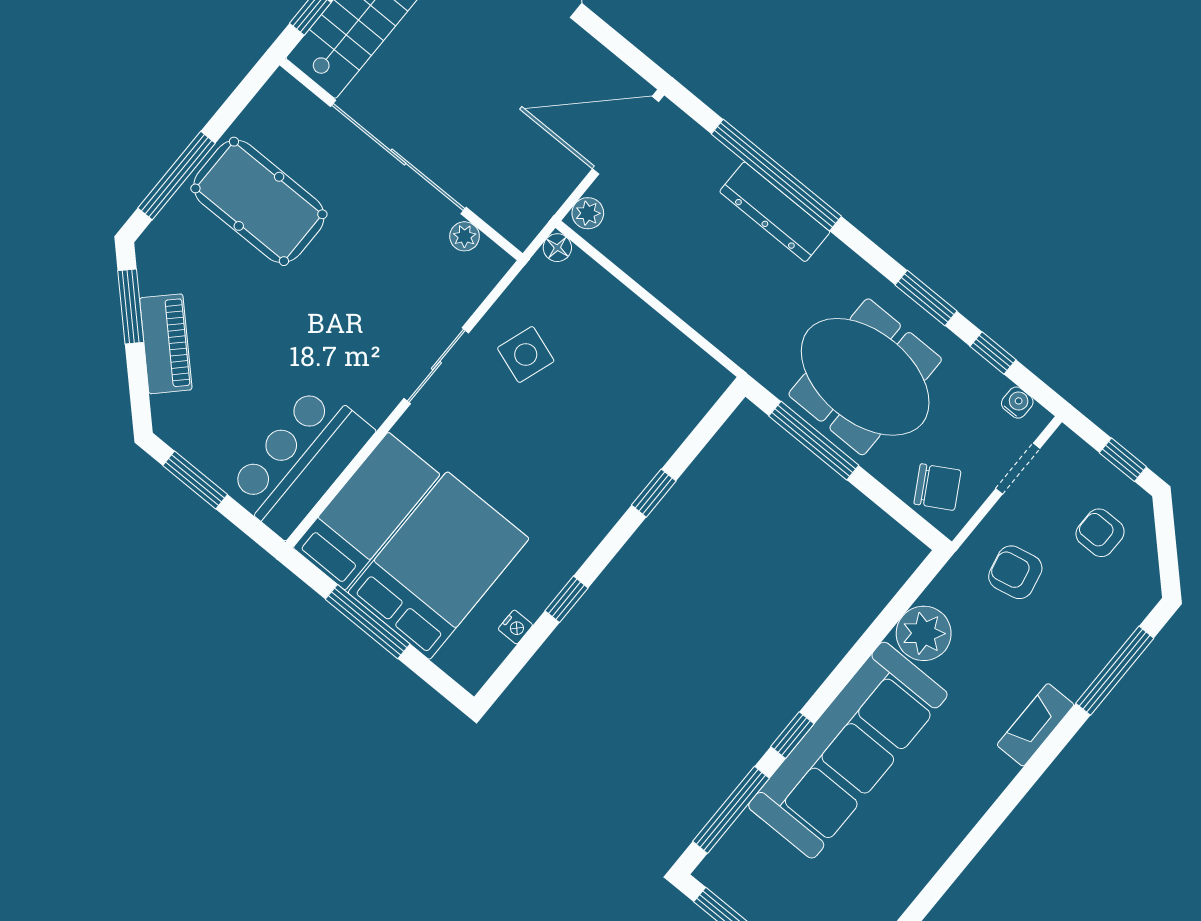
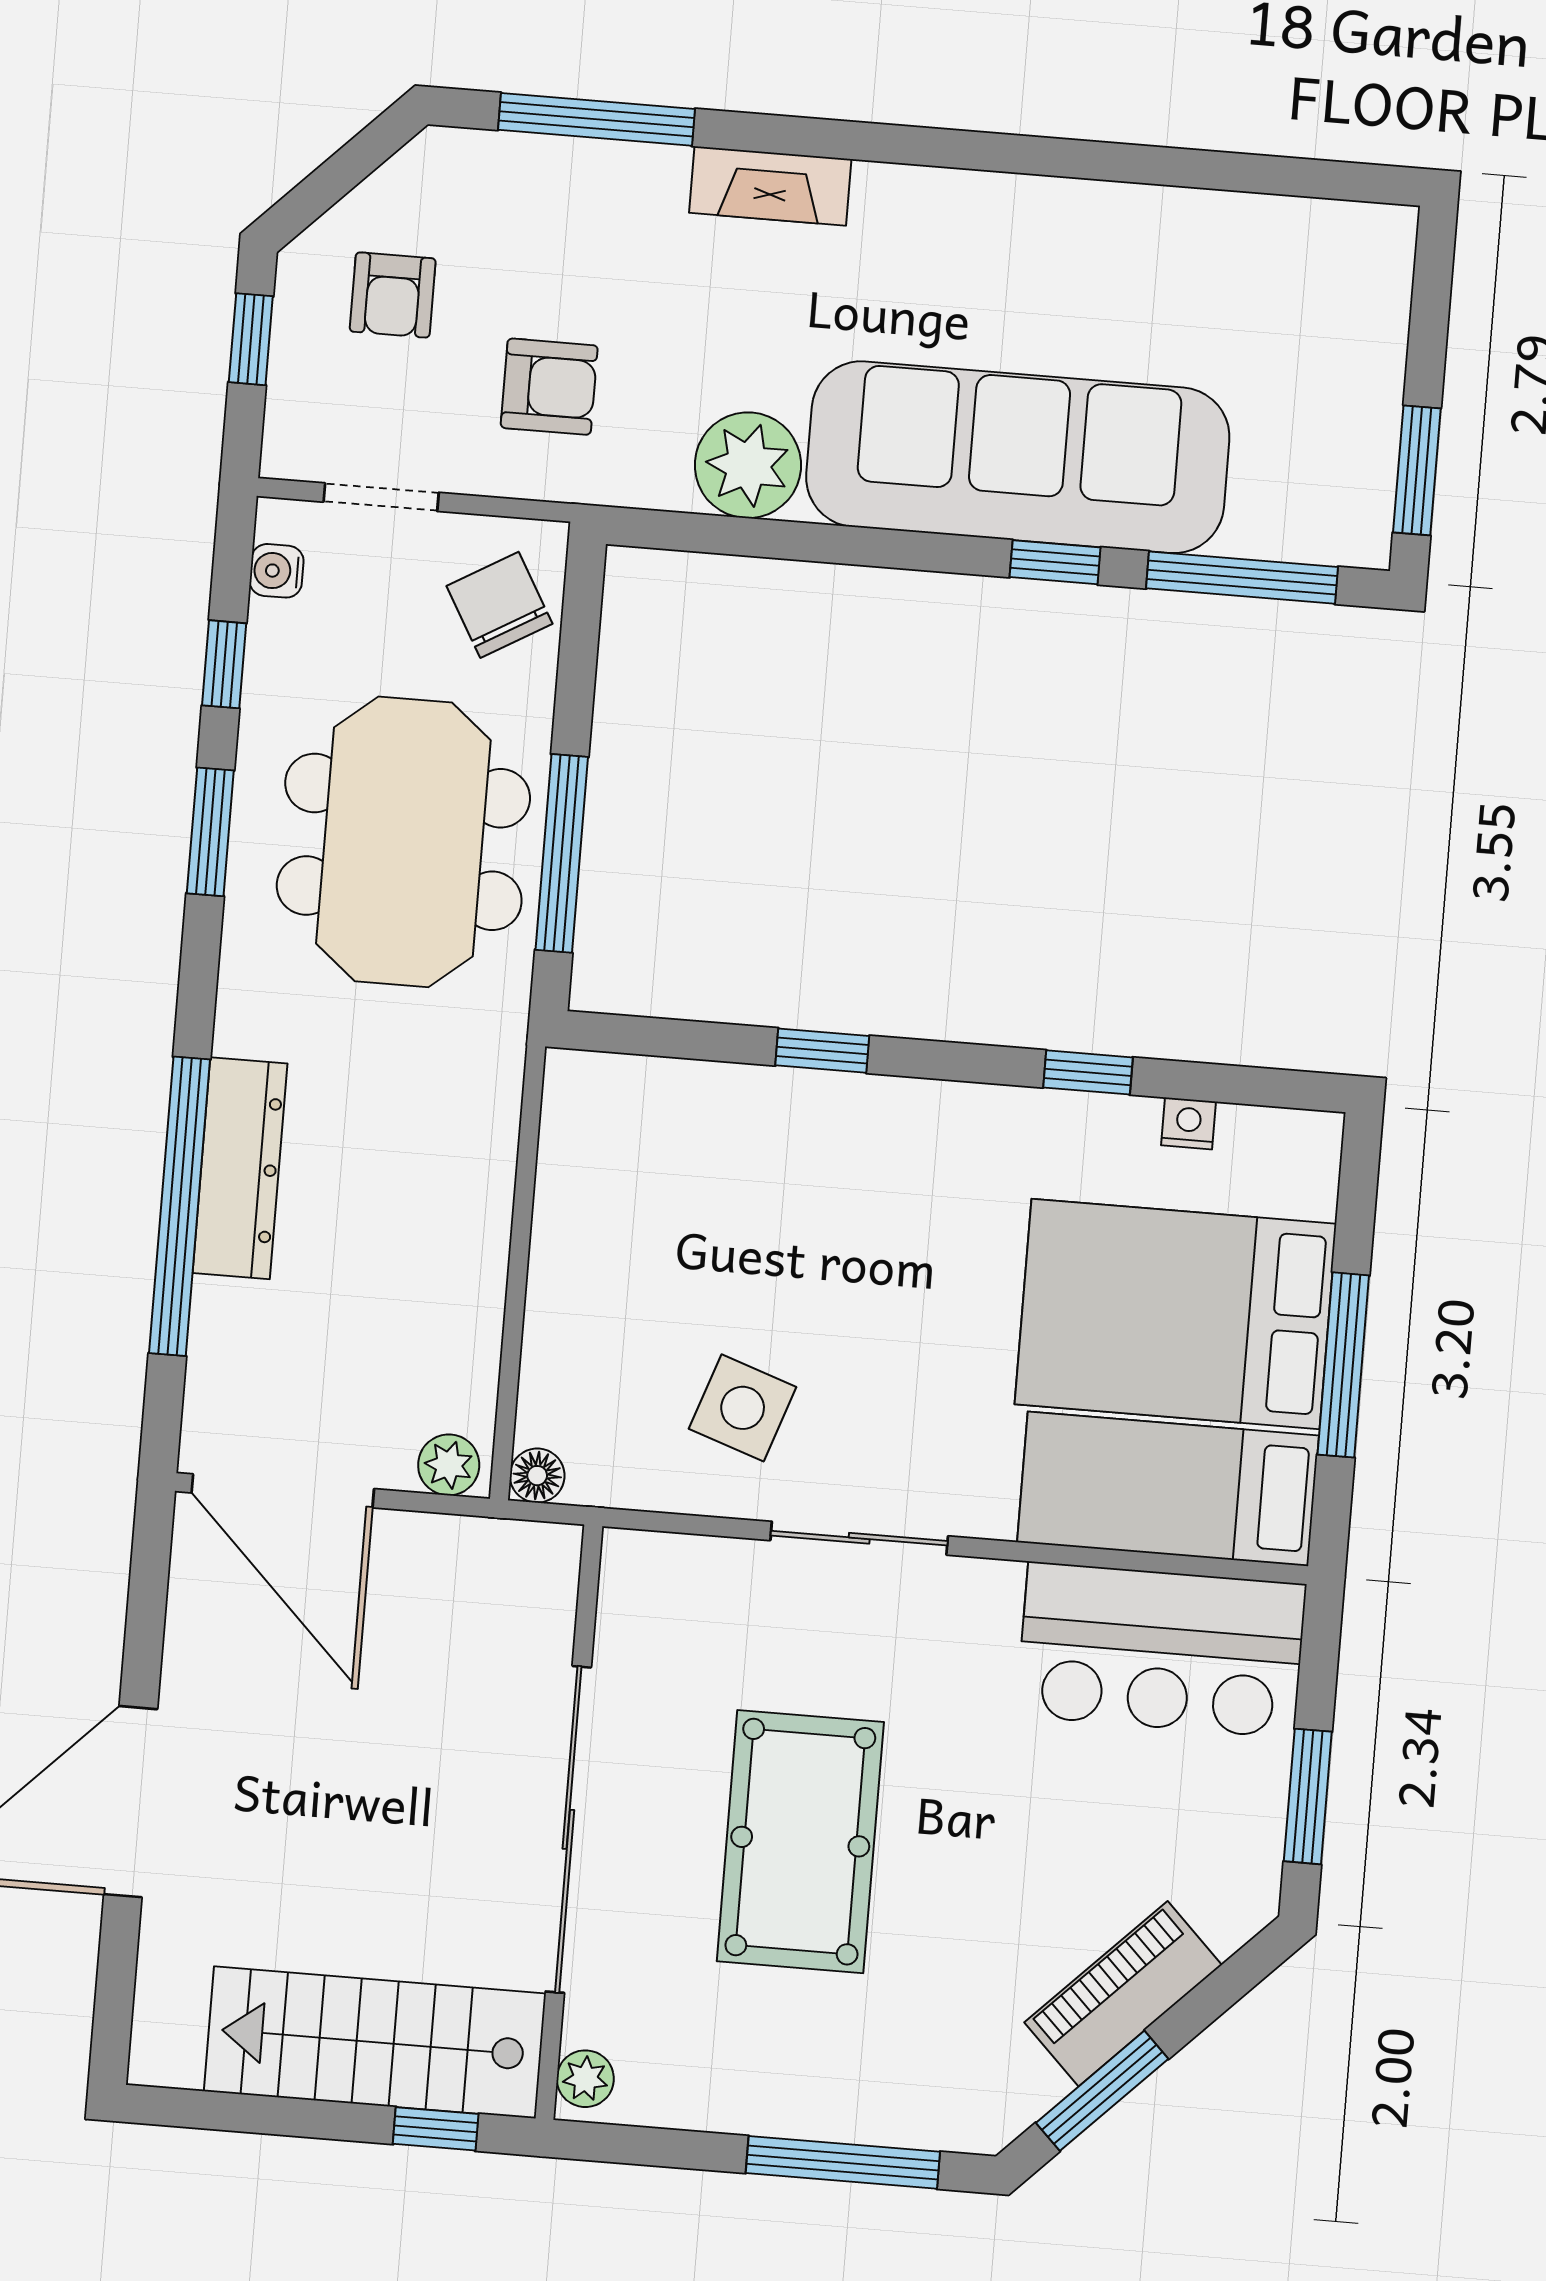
pool table: (259, 201) -> (800, 1842), moved
plant: (465, 236) -> (585, 2079), moved
armchair: (1015, 572) -> (549, 387), turned -78

